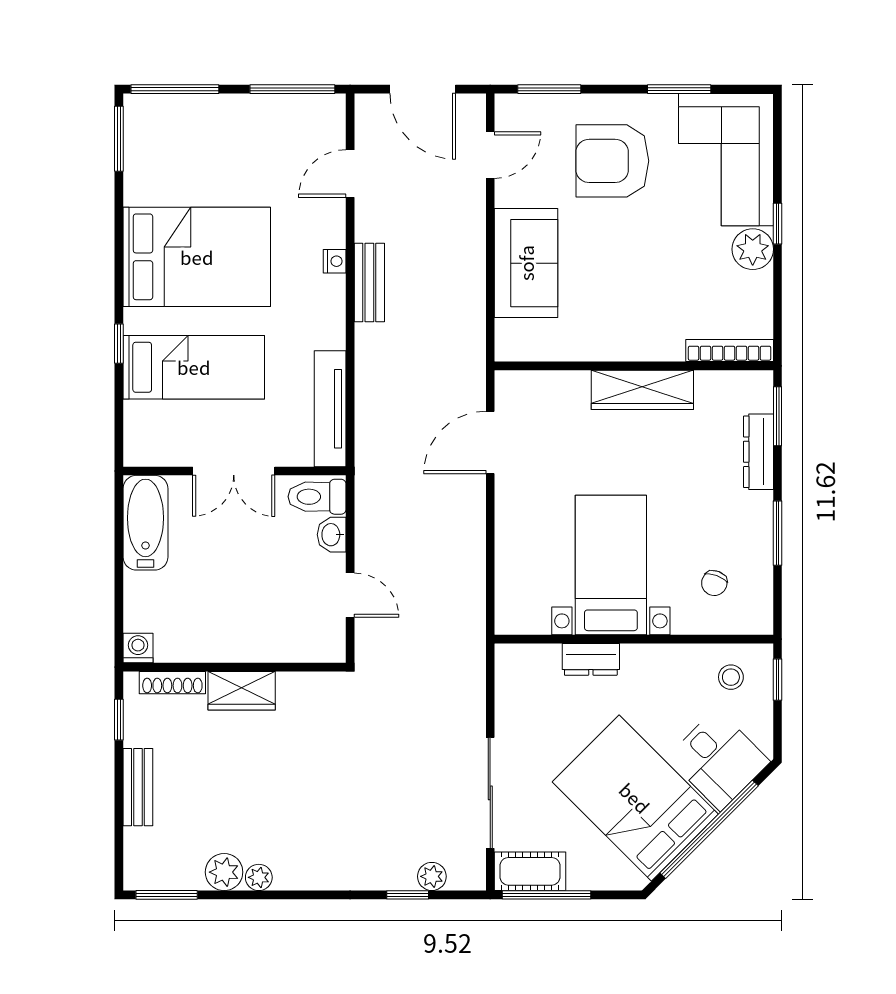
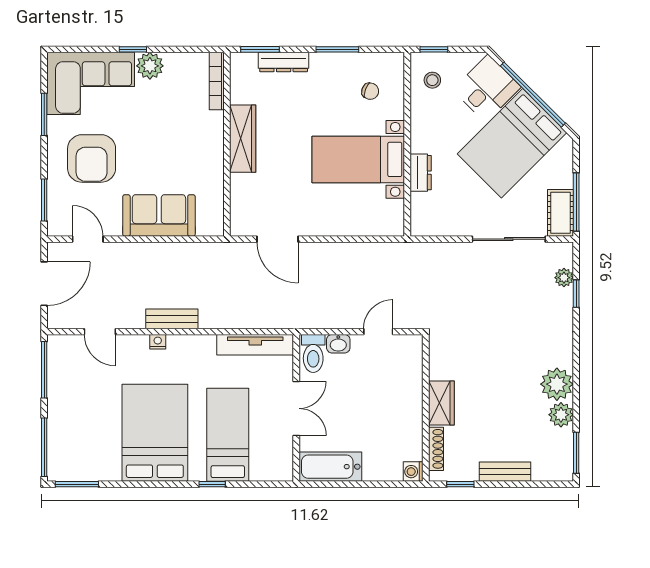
plant: (259, 877) -> (557, 384), width x1.88, depth x1.88

